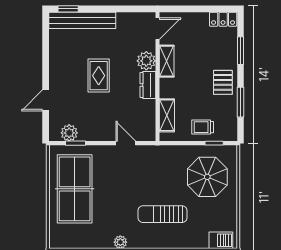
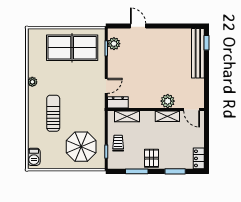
rug: (99, 76) -> (157, 66), removed
pallet: (223, 82) -> (152, 158), turned 90
dresser: (148, 85) -> (118, 102), moved

